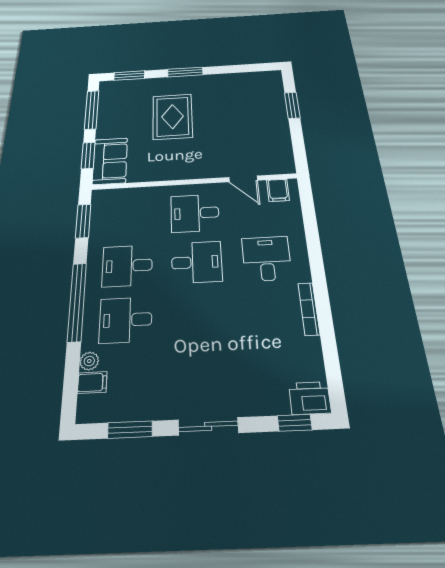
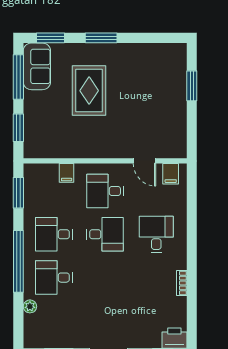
sofa: (110, 161) -> (37, 66), moved
bookcase: (309, 309) -> (182, 283), width x0.64
filing cabinet: (92, 382) -> (67, 173), moved, turned 90

